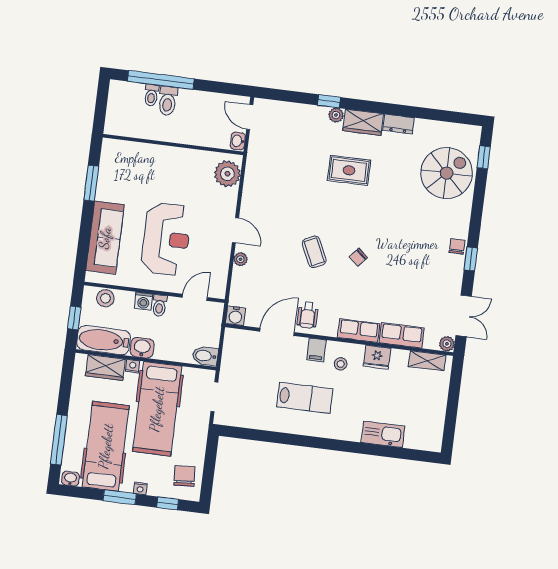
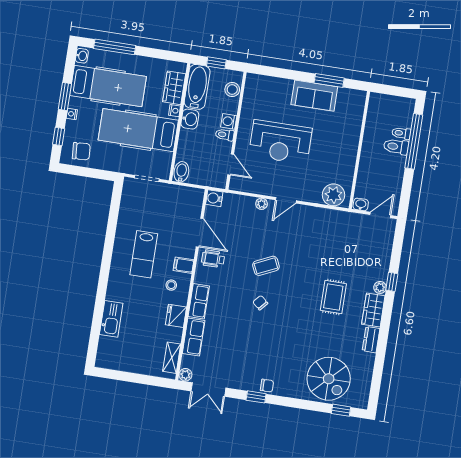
sofa: (105, 238) -> (314, 96), moved, width x0.74

